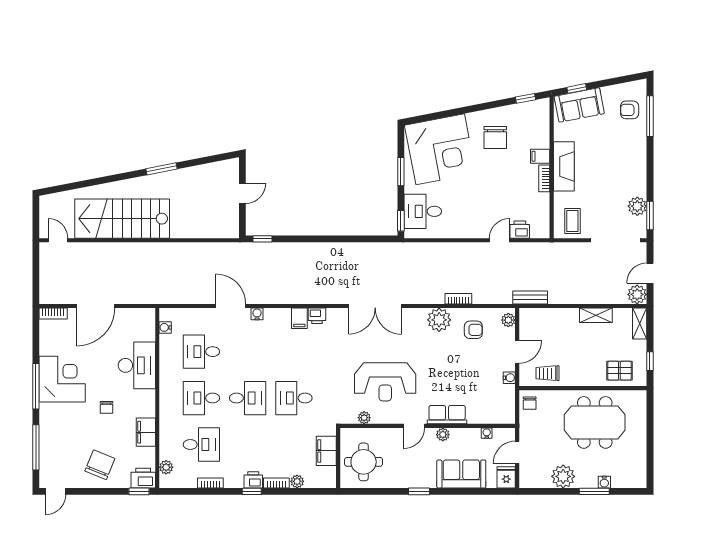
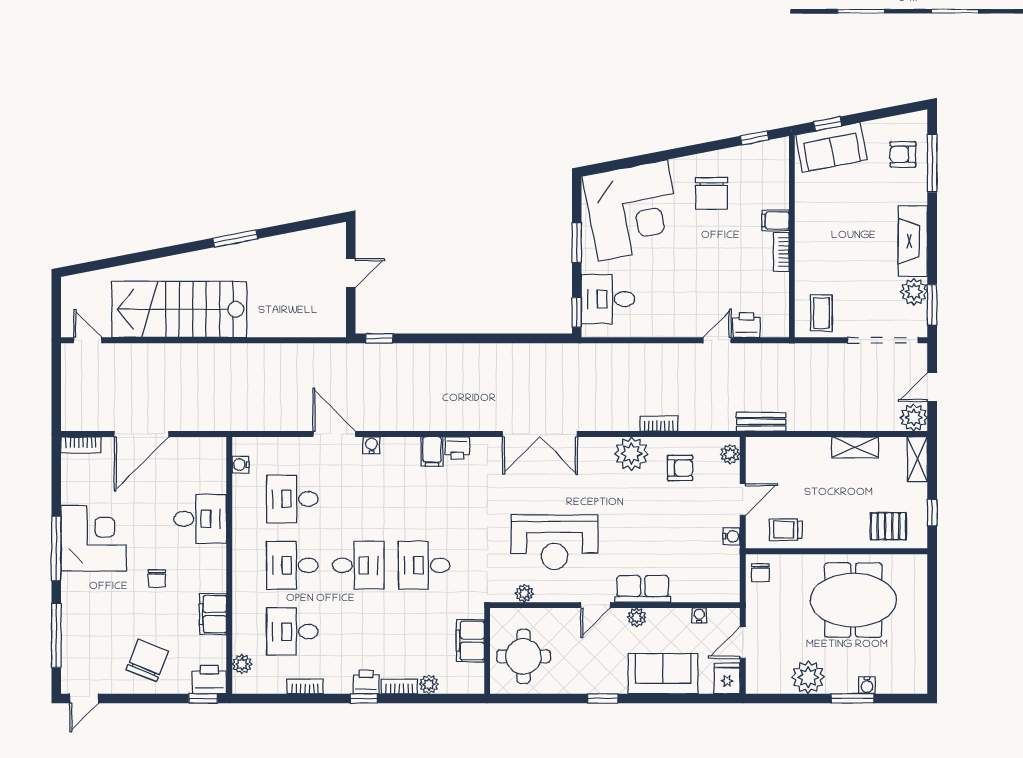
fireplace: (564, 166) -> (913, 241), moved, turned 180
desk: (137, 365) -> (200, 519), width x0.73
desk: (201, 445) -> (292, 632), turned 180

